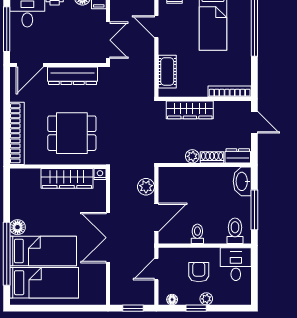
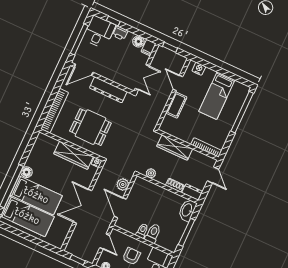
cot: (167, 72) -> (176, 105), moved
plant: (192, 156) -> (151, 173), moved
door: (156, 217) -> (120, 208), swing flipped
toilet: (235, 231) -> (153, 233), moved
door: (156, 269) -> (105, 241), swing flipped

